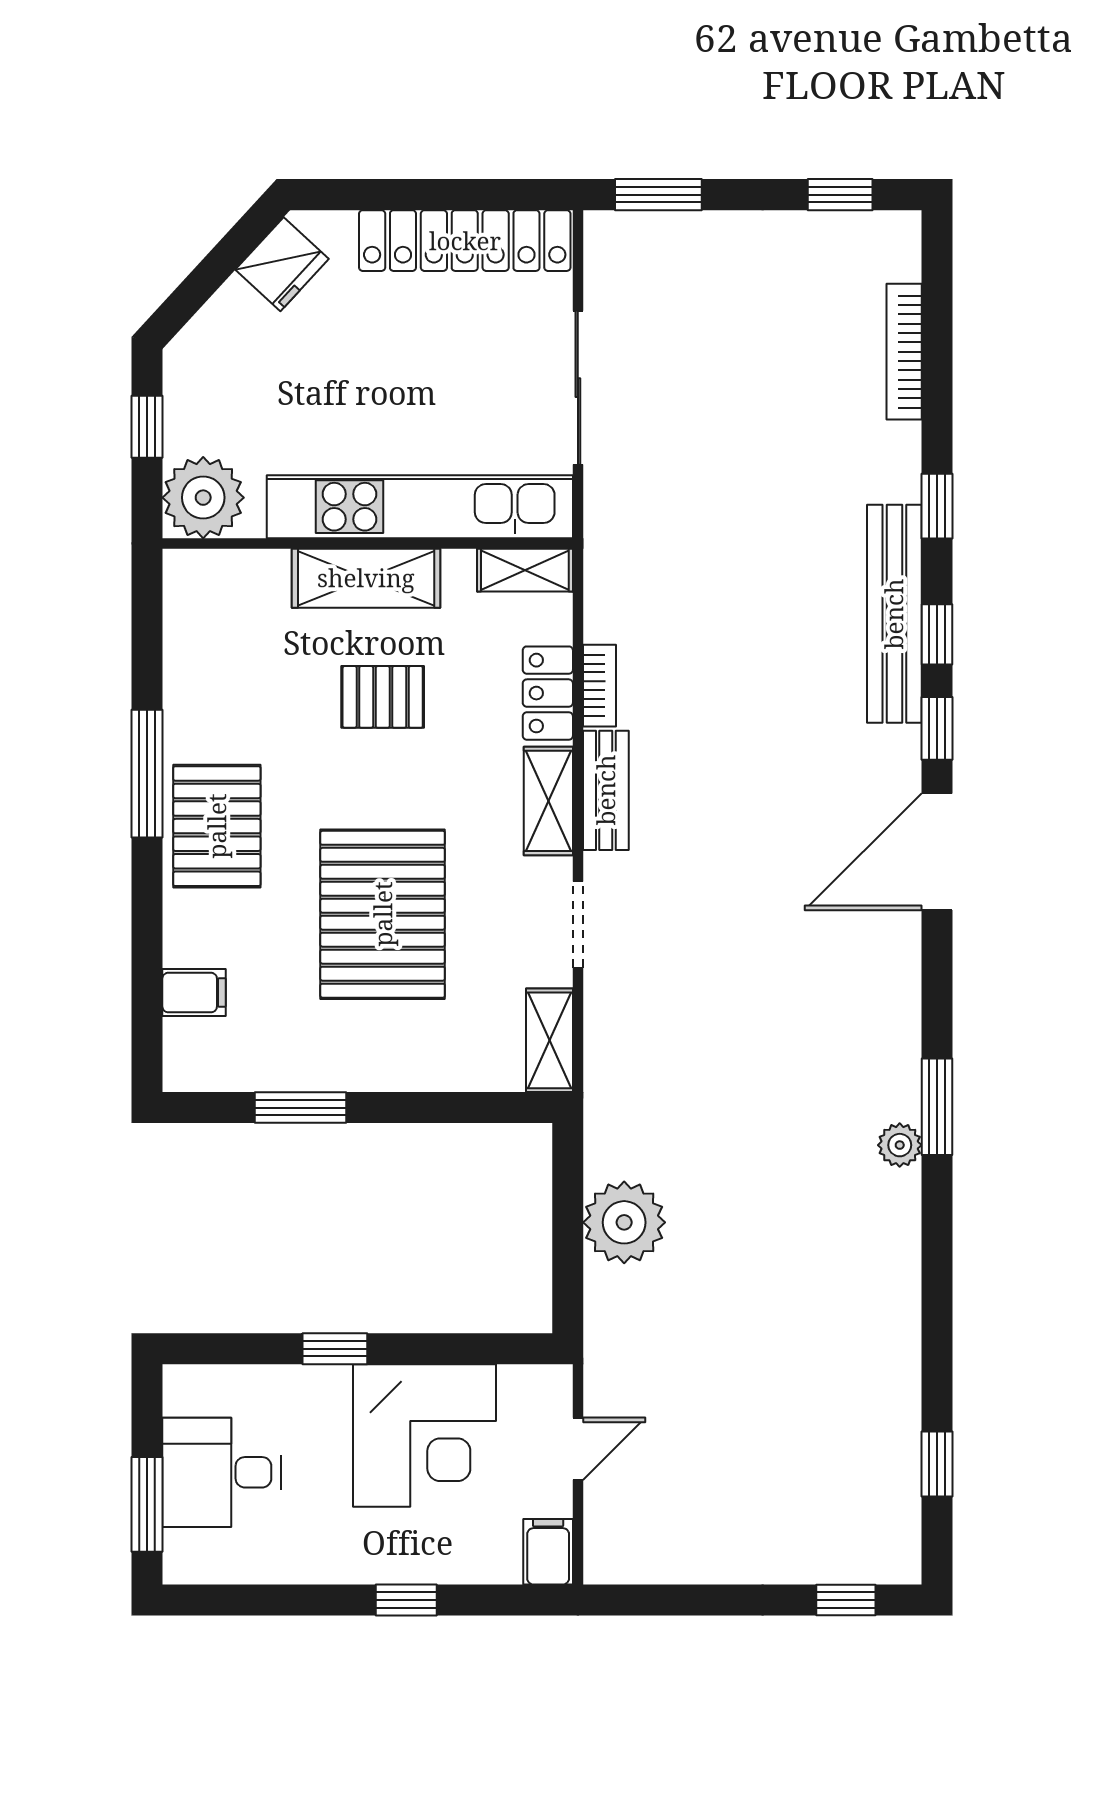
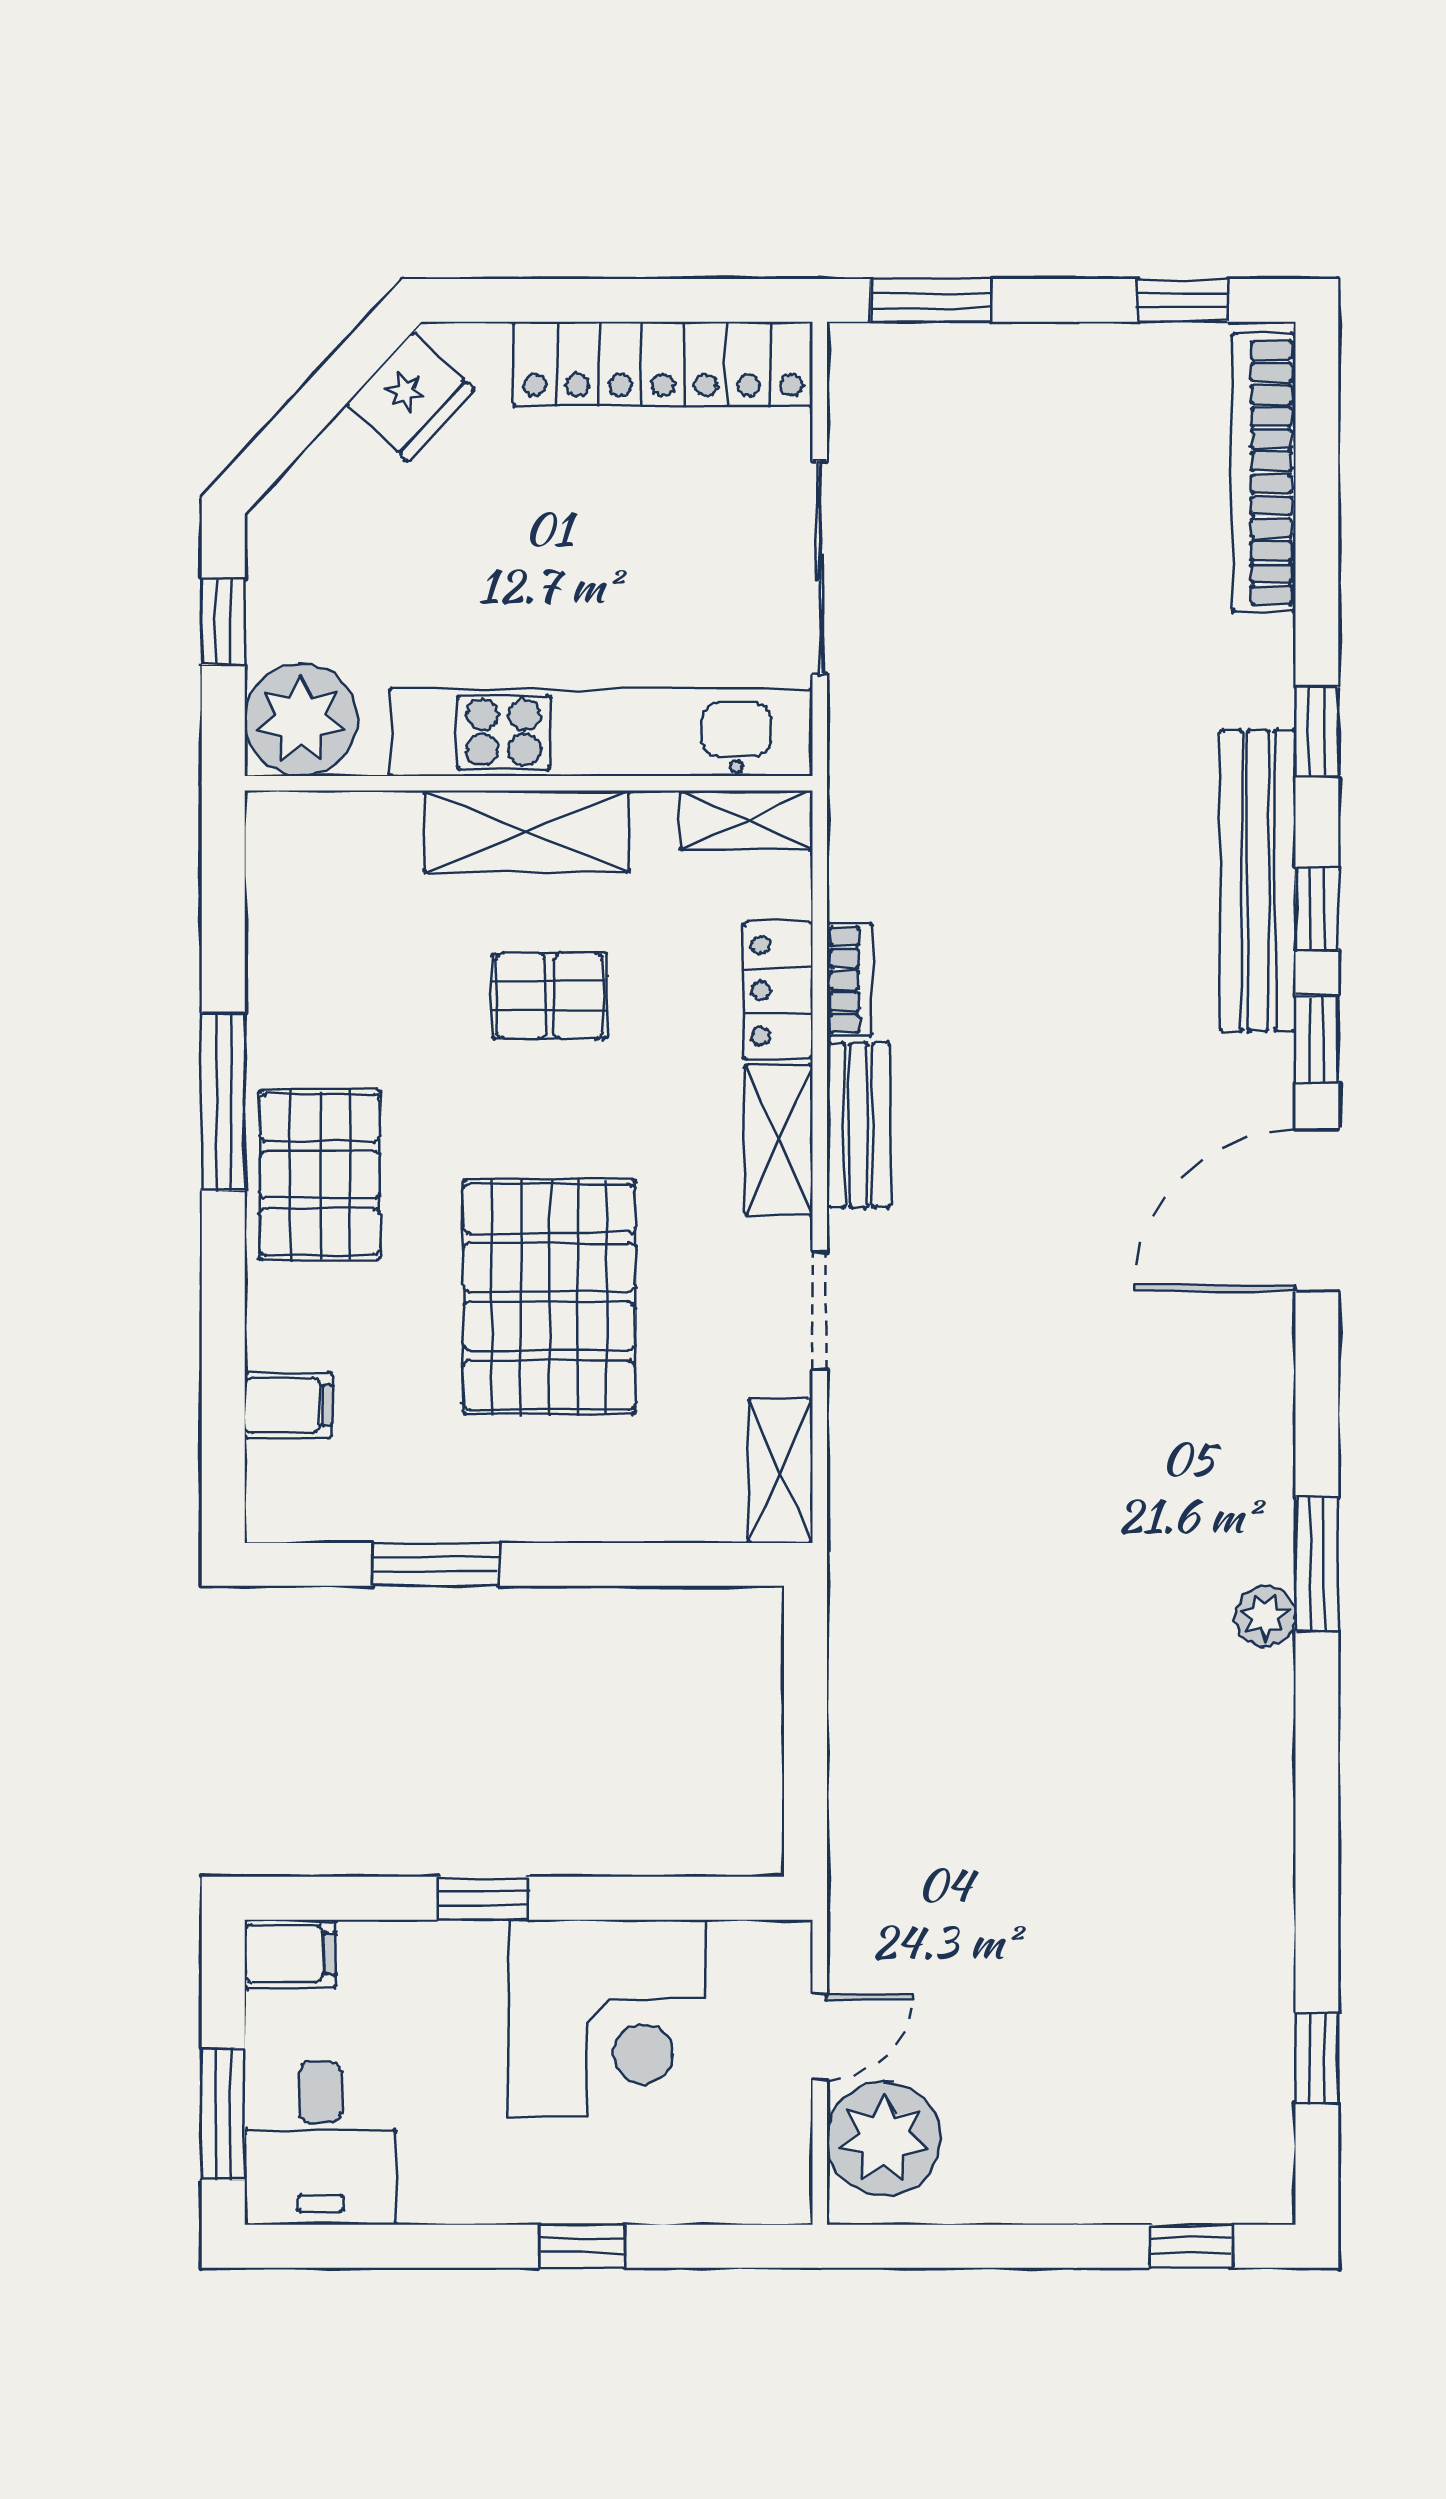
bookcase: (904, 352) -> (1264, 473), width x1.48, depth x1.31
plant: (624, 1222) -> (884, 2139), moved
desk: (222, 1472) -> (320, 2143), moved, turned -90
filing cabinet: (548, 1552) -> (290, 1954), moved, turned 90

